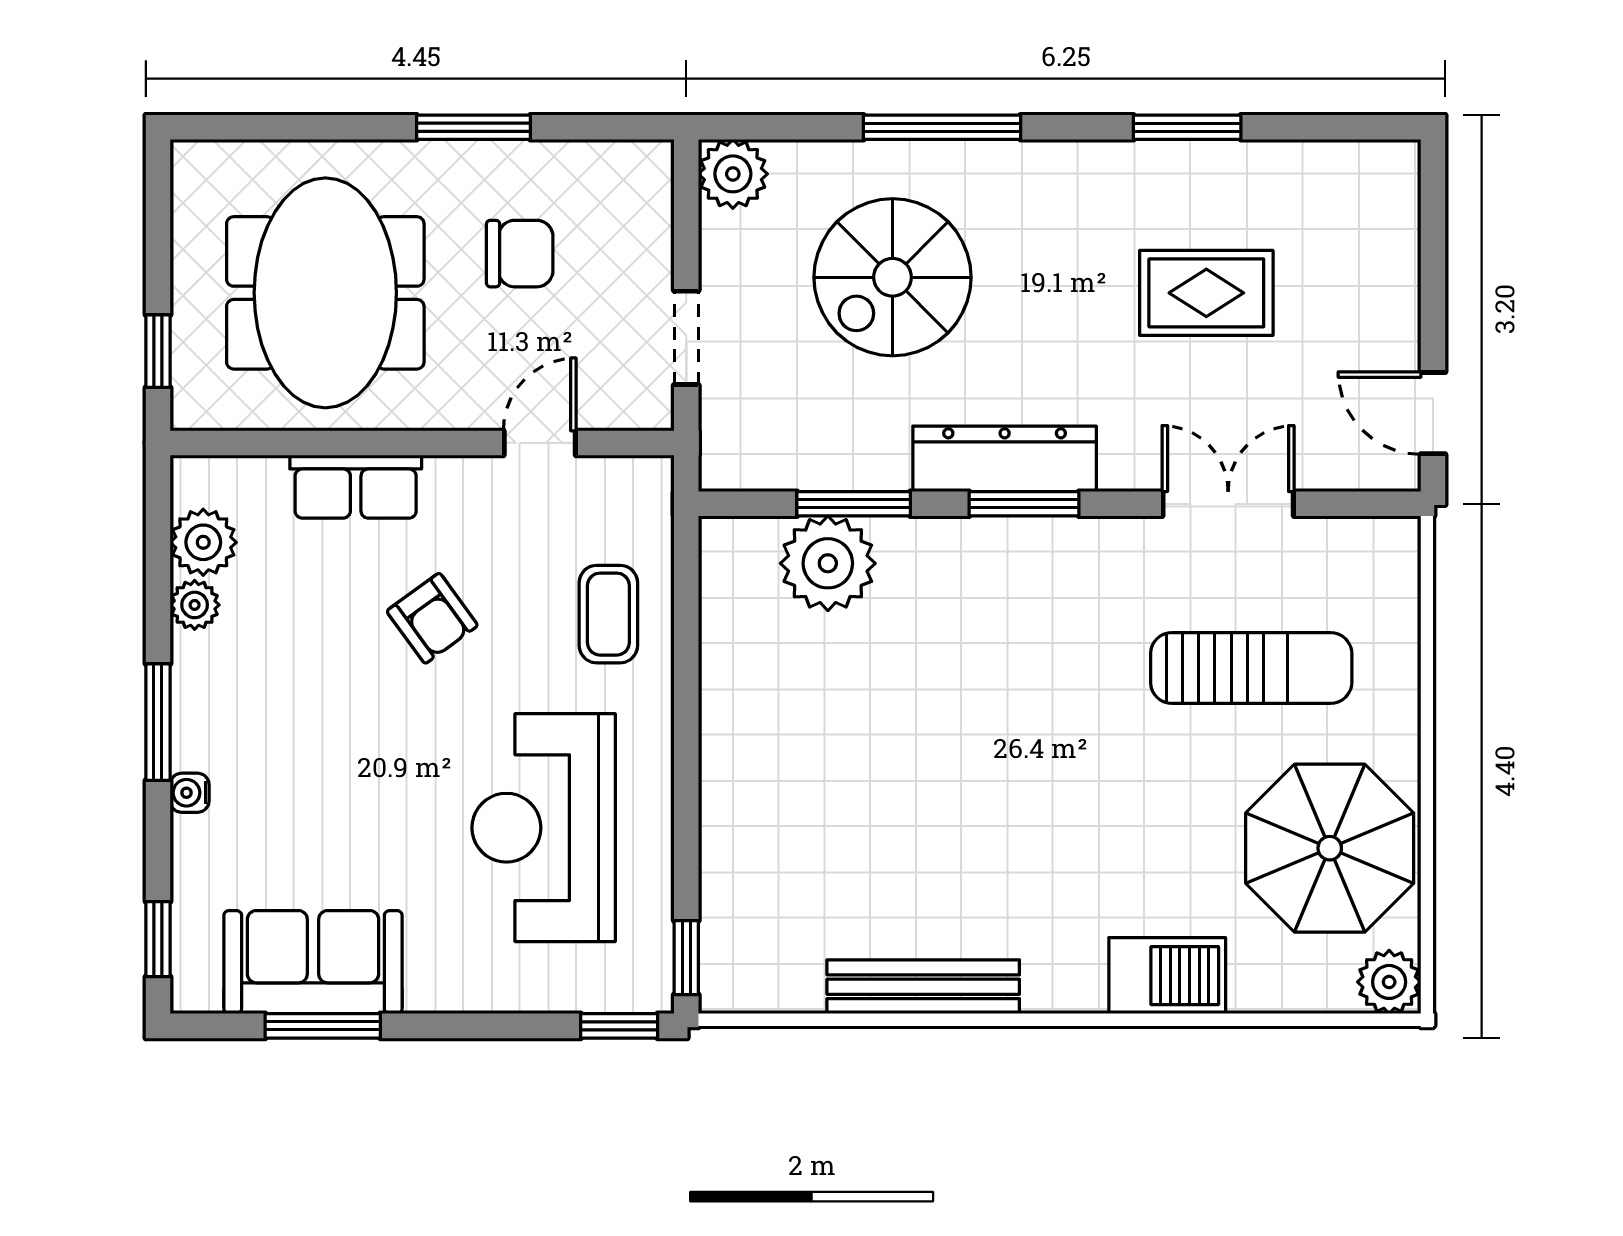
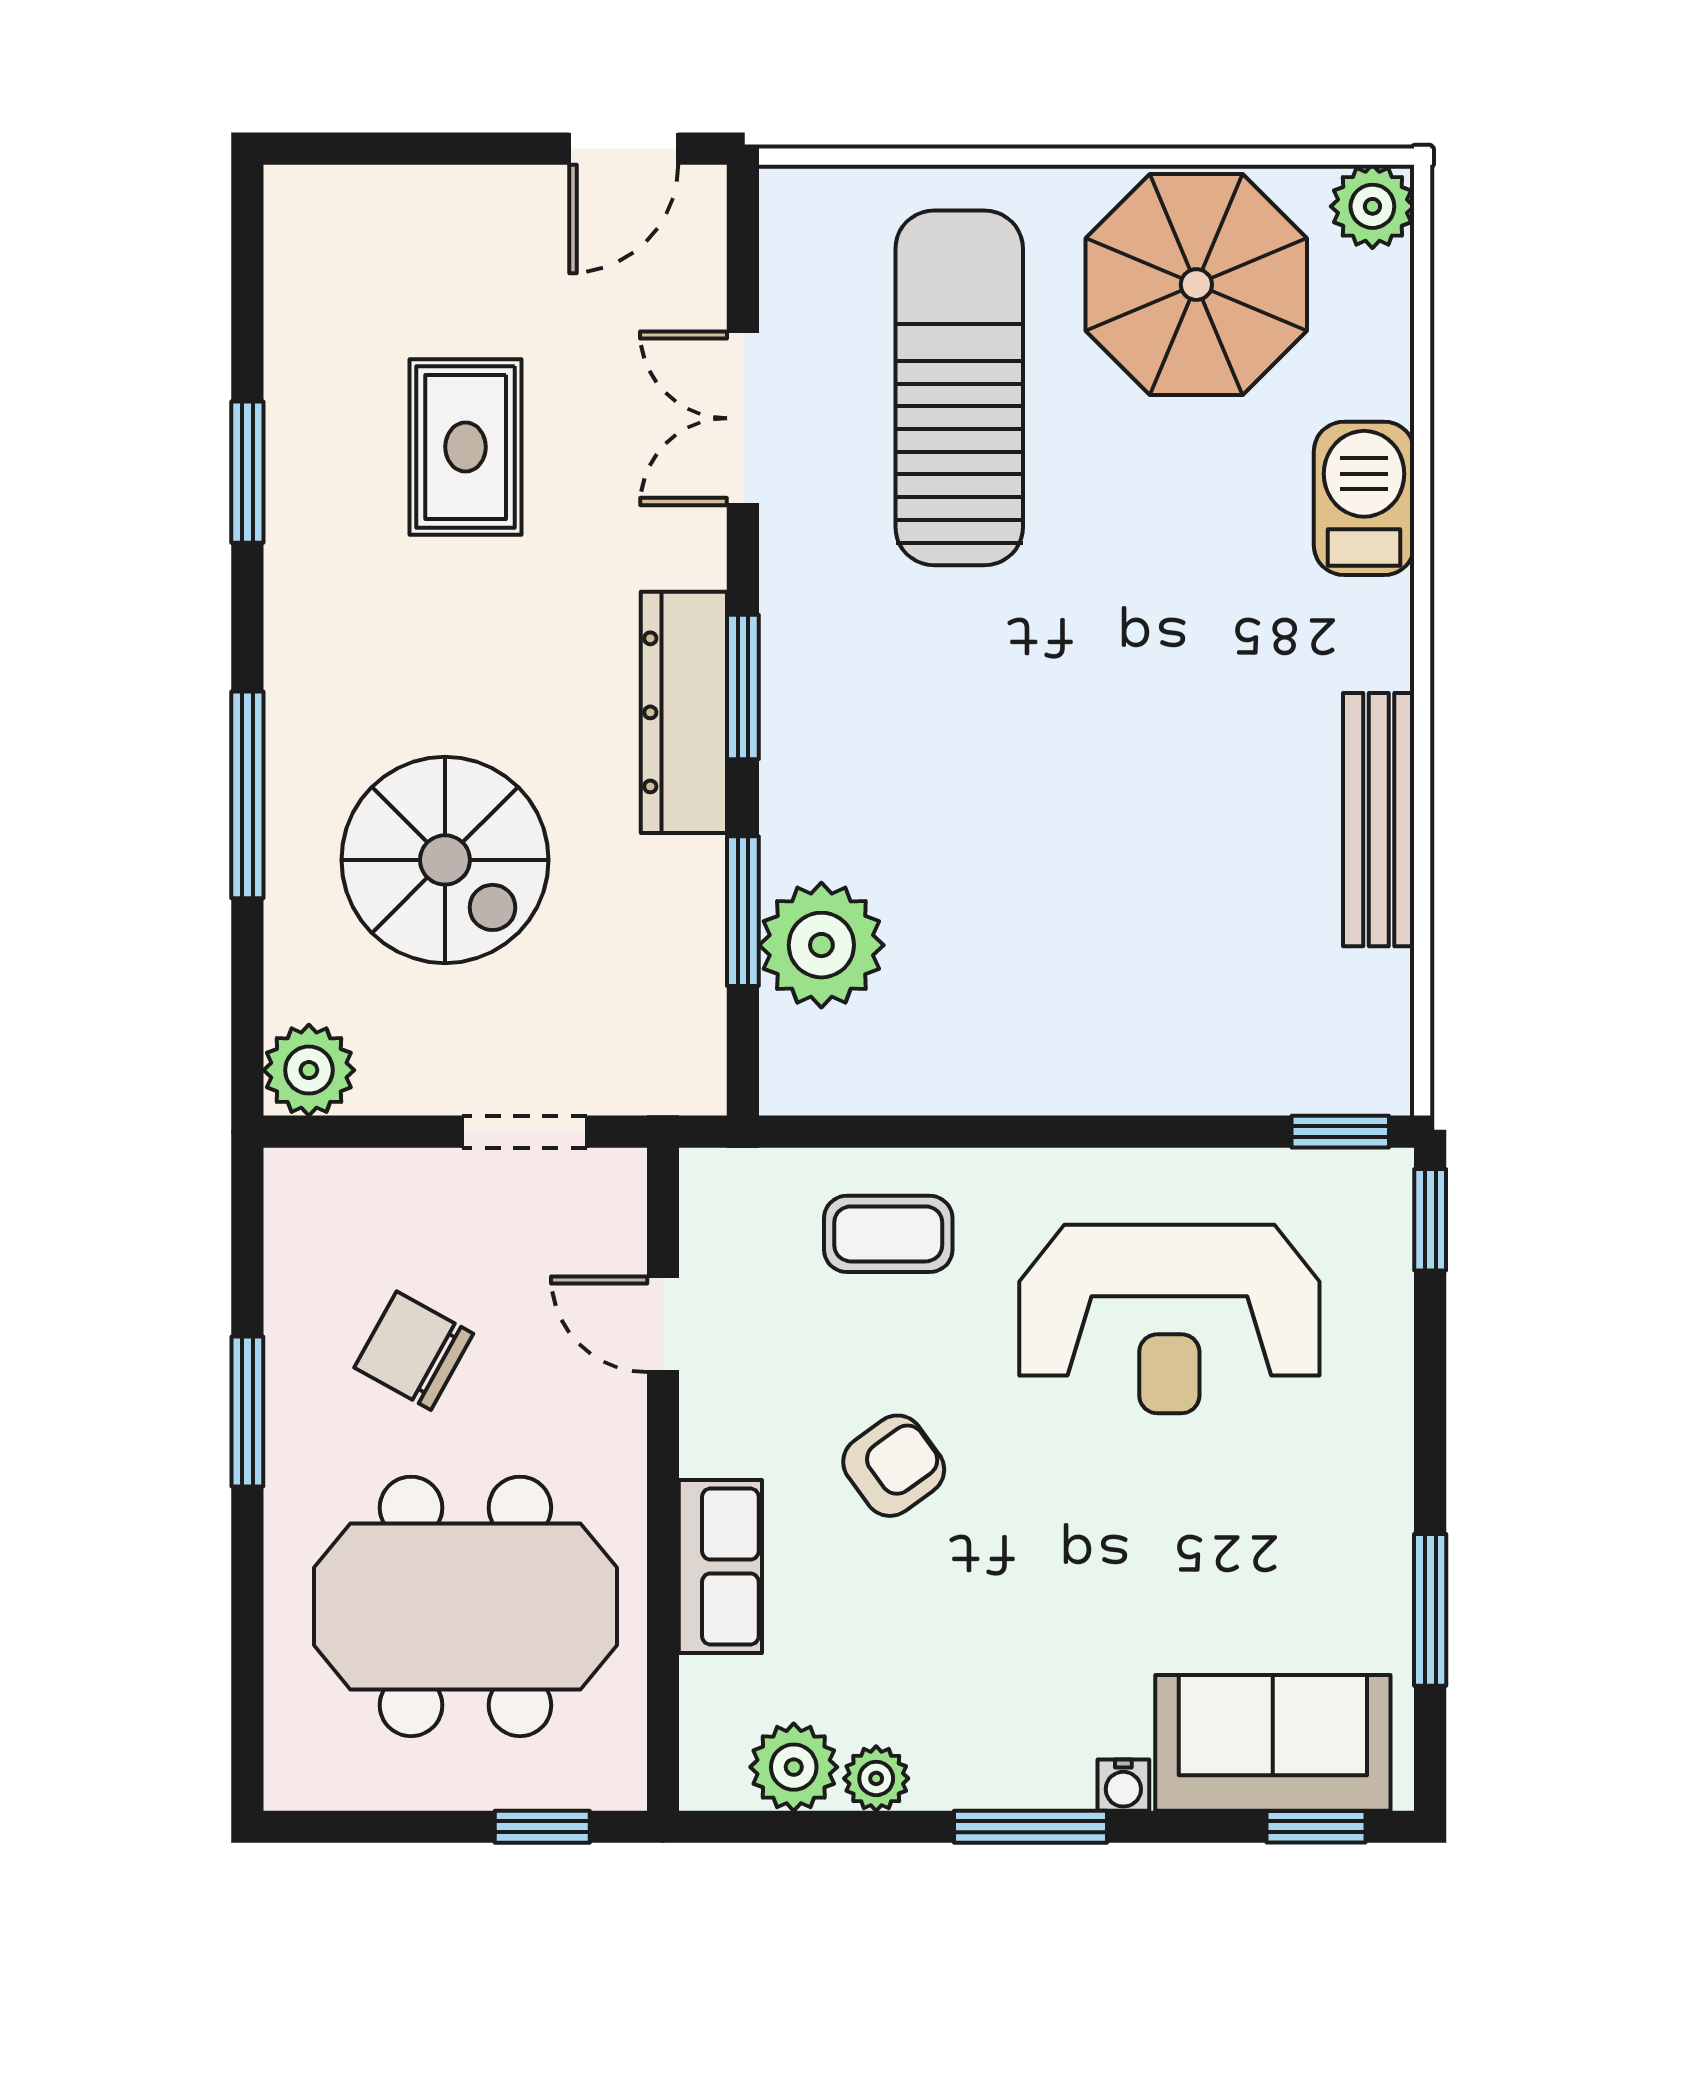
chair: (520, 254) -> (414, 1351), turned -61
sun lounger: (1251, 668) -> (959, 388), width x1.36, depth x1.34
sofa: (313, 962) -> (1273, 1743), moved, turned 90

